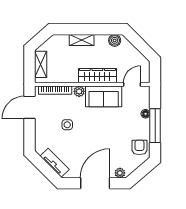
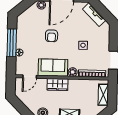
wardrobe: (97, 76) -> (57, 84), width x0.67
armchair: (139, 147) -> (52, 36), moved

